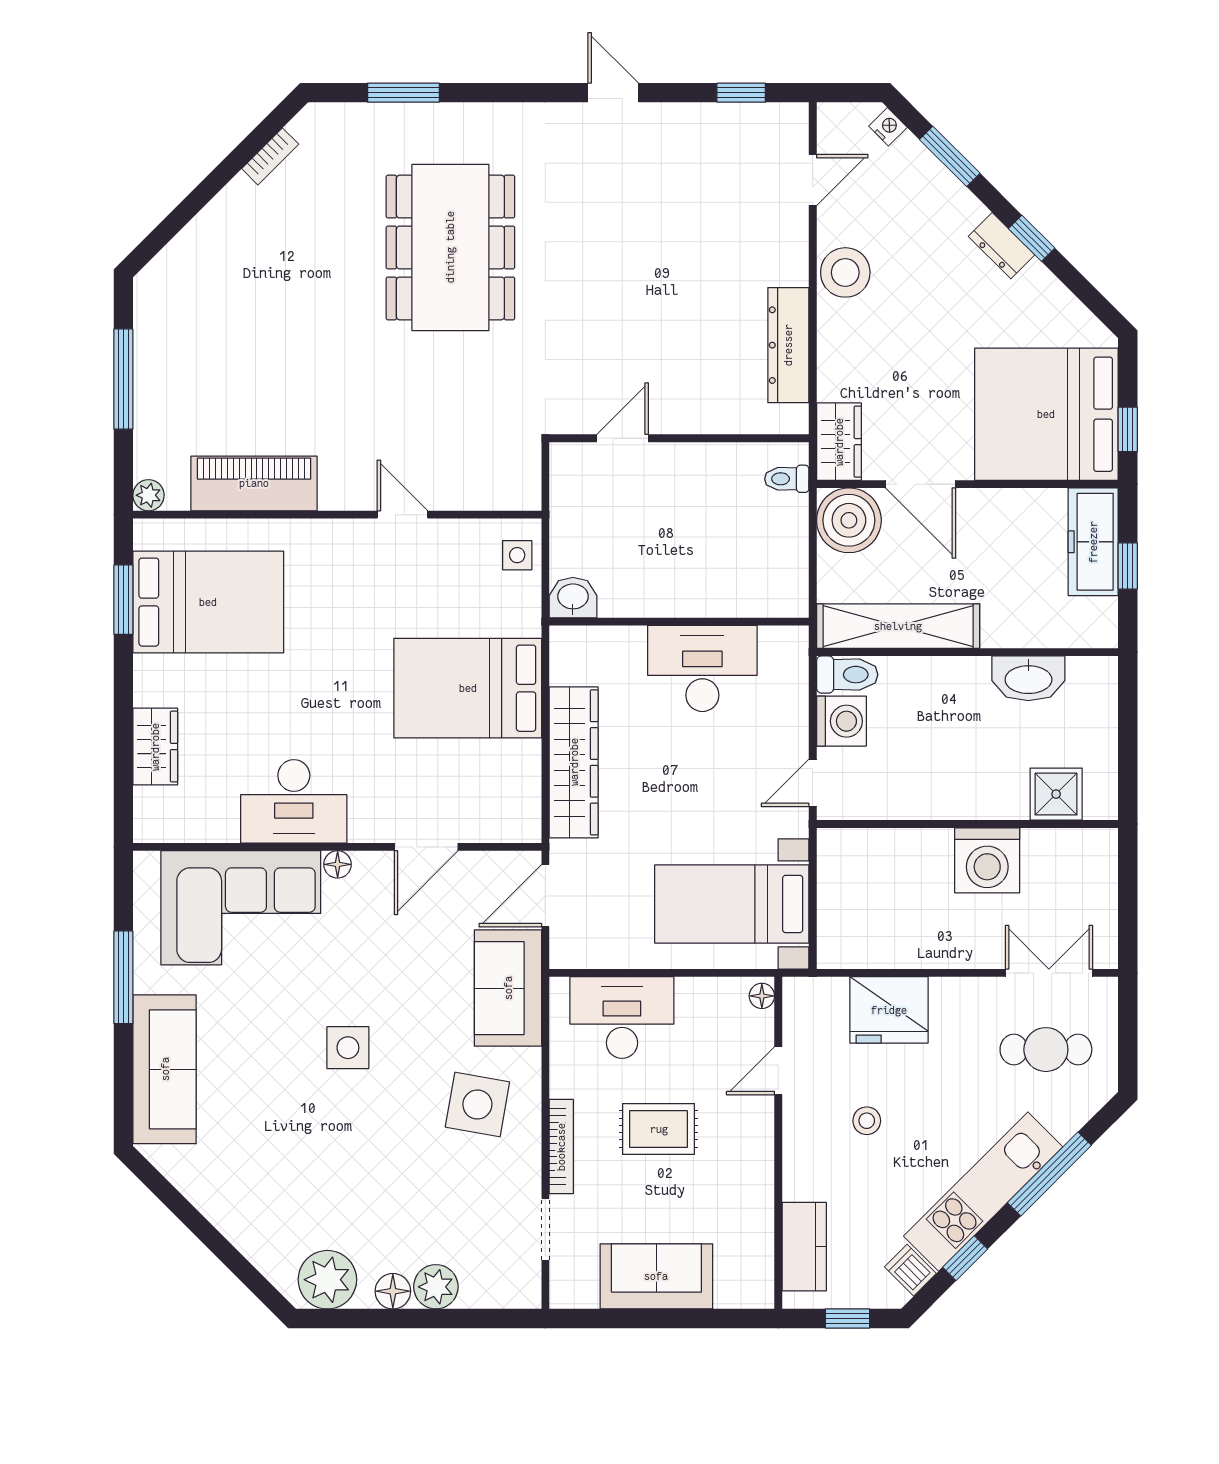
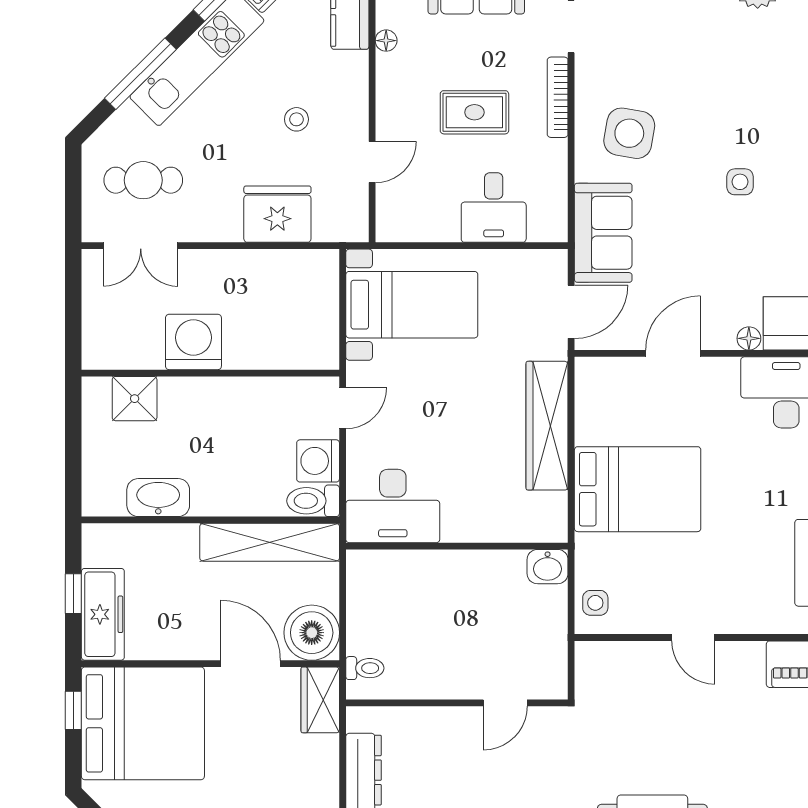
desk: (702, 668) -> (393, 506), moved
floor lamp: (762, 996) -> (386, 41), moved
desk: (622, 1018) -> (494, 208), width x0.73
side table: (348, 1048) -> (740, 182), width x0.73, depth x0.73

